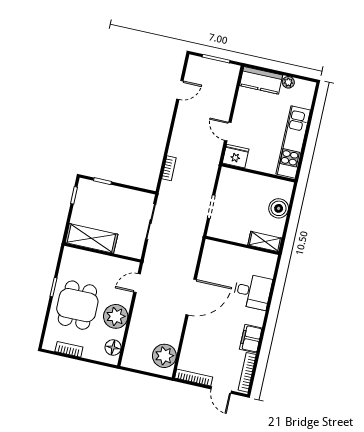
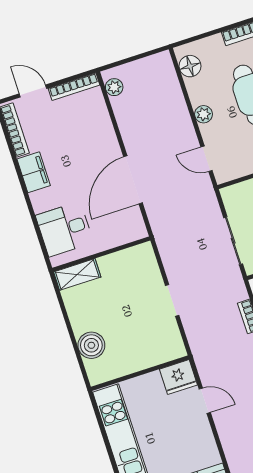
shelving: (265, 242) -> (77, 274), moved
wall: (242, 245) -> (101, 254), moved
door: (137, 283) -> (206, 159), swing flipped
plant: (116, 316) -> (204, 114), width x0.53, depth x0.53
plant: (164, 356) -> (114, 87), width x0.53, depth x0.53

